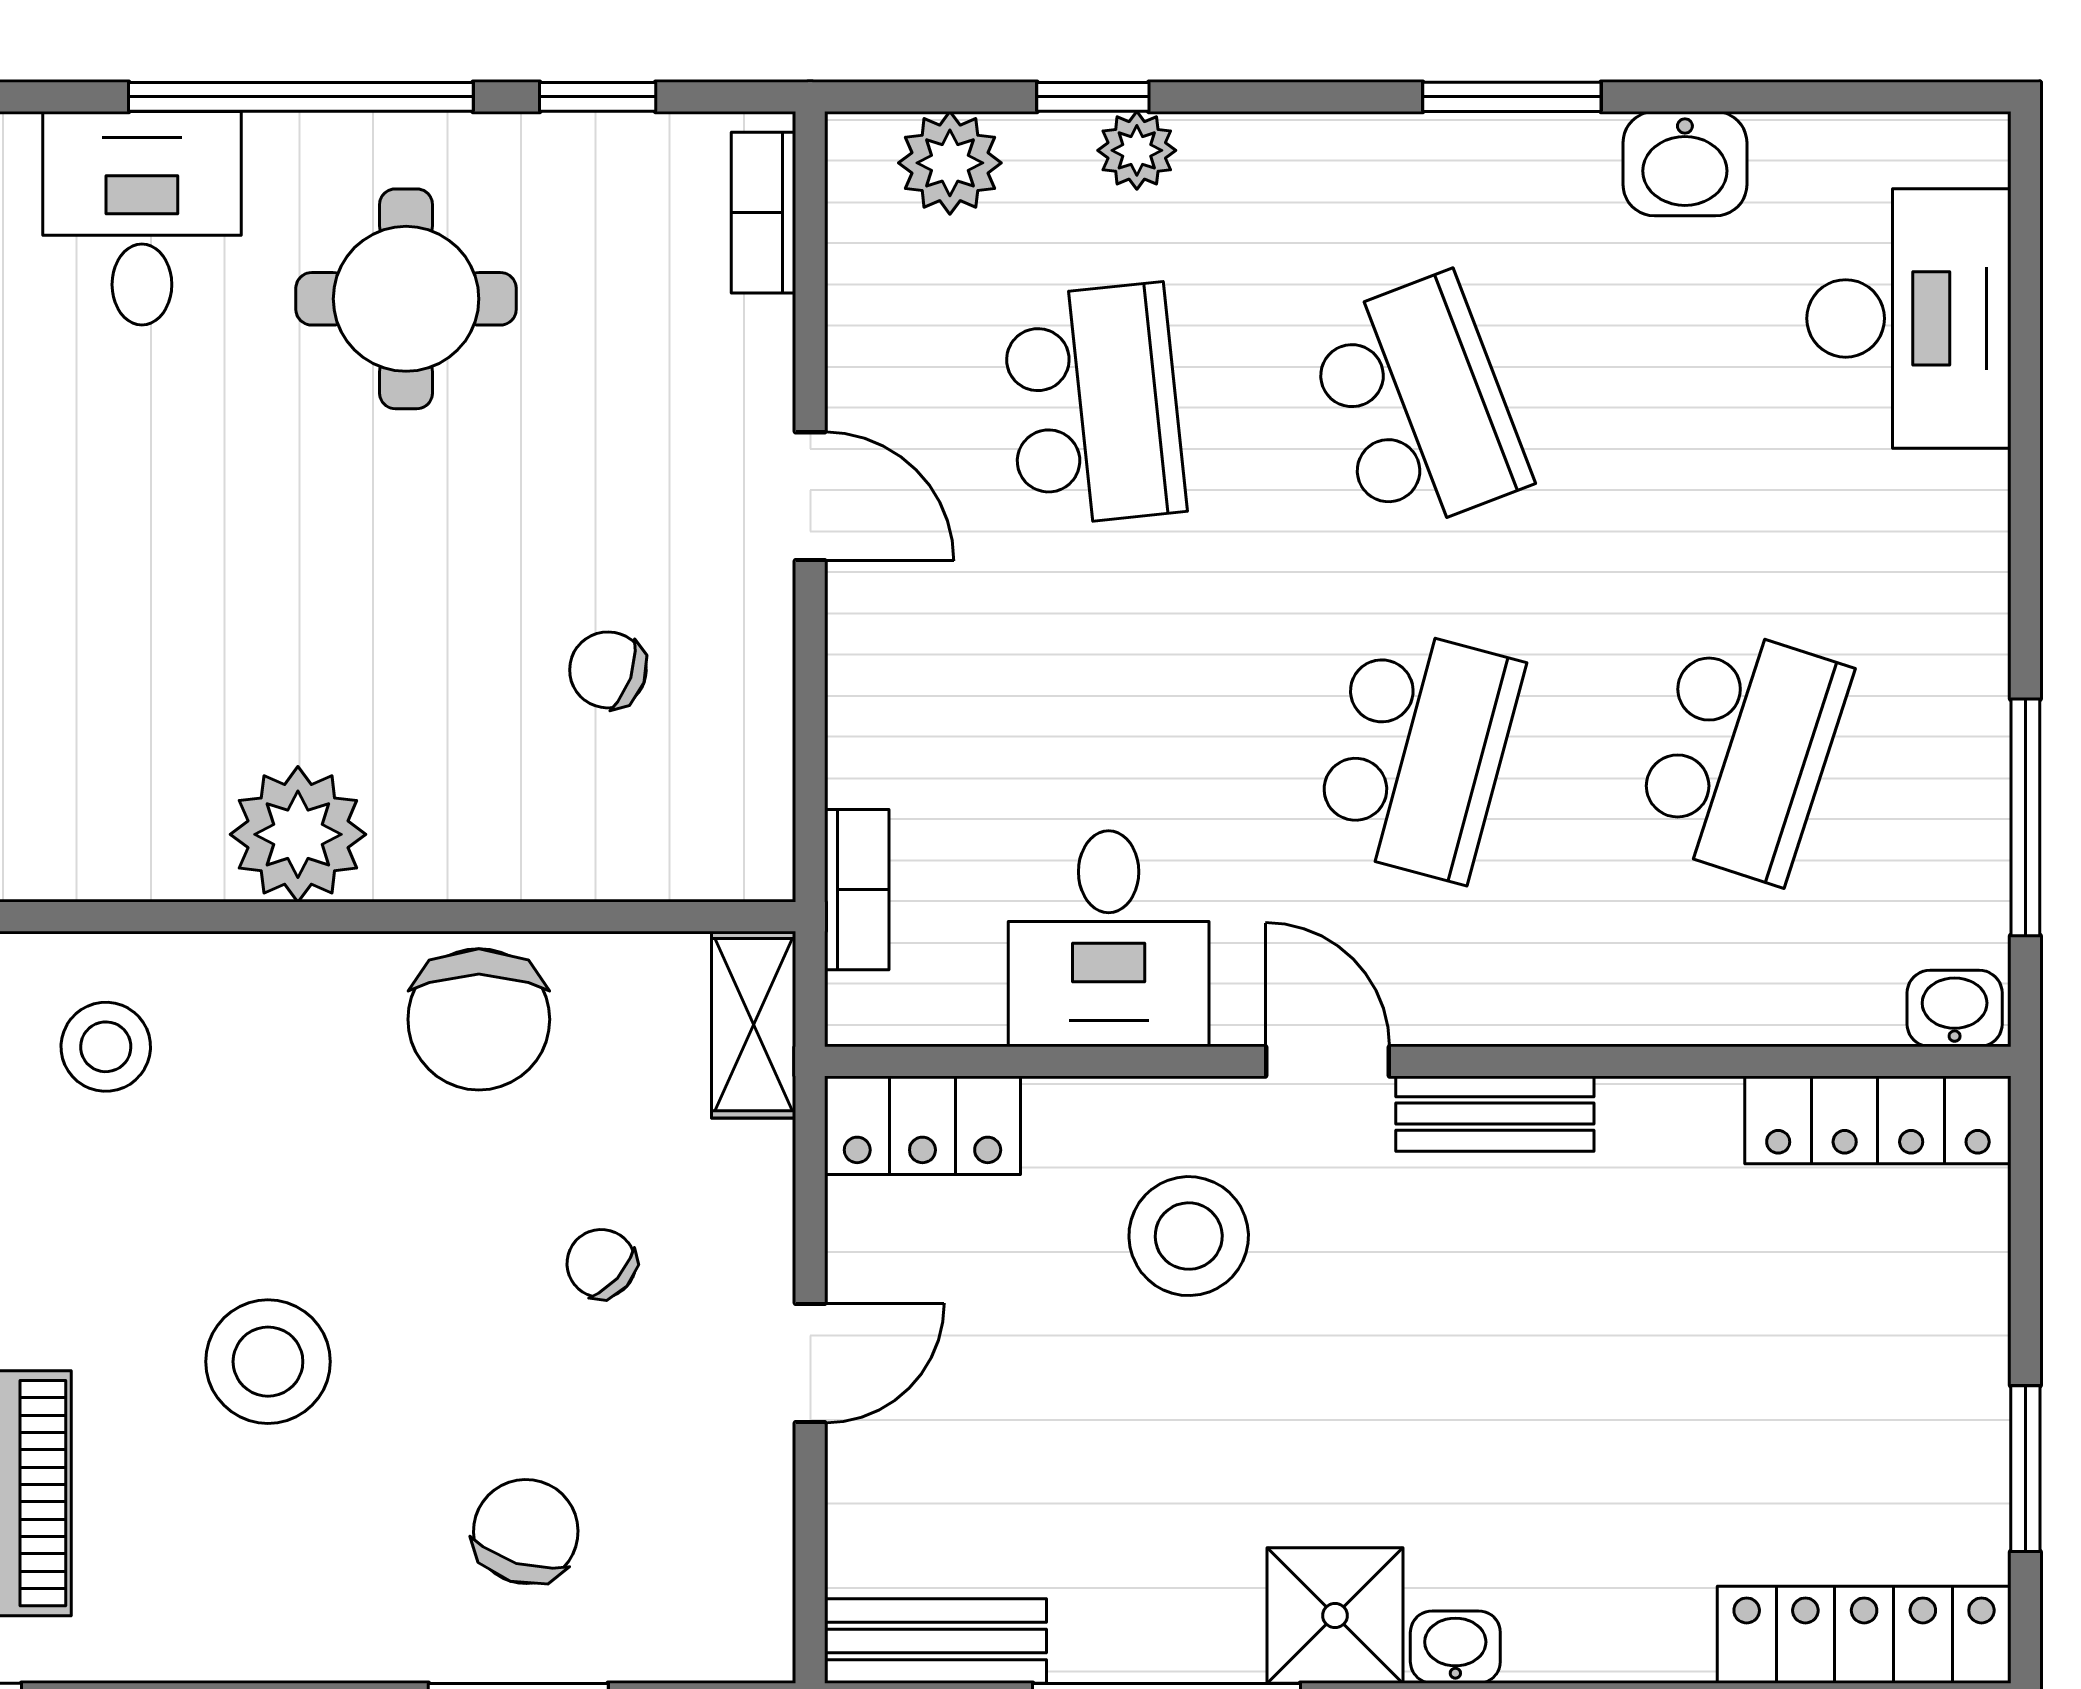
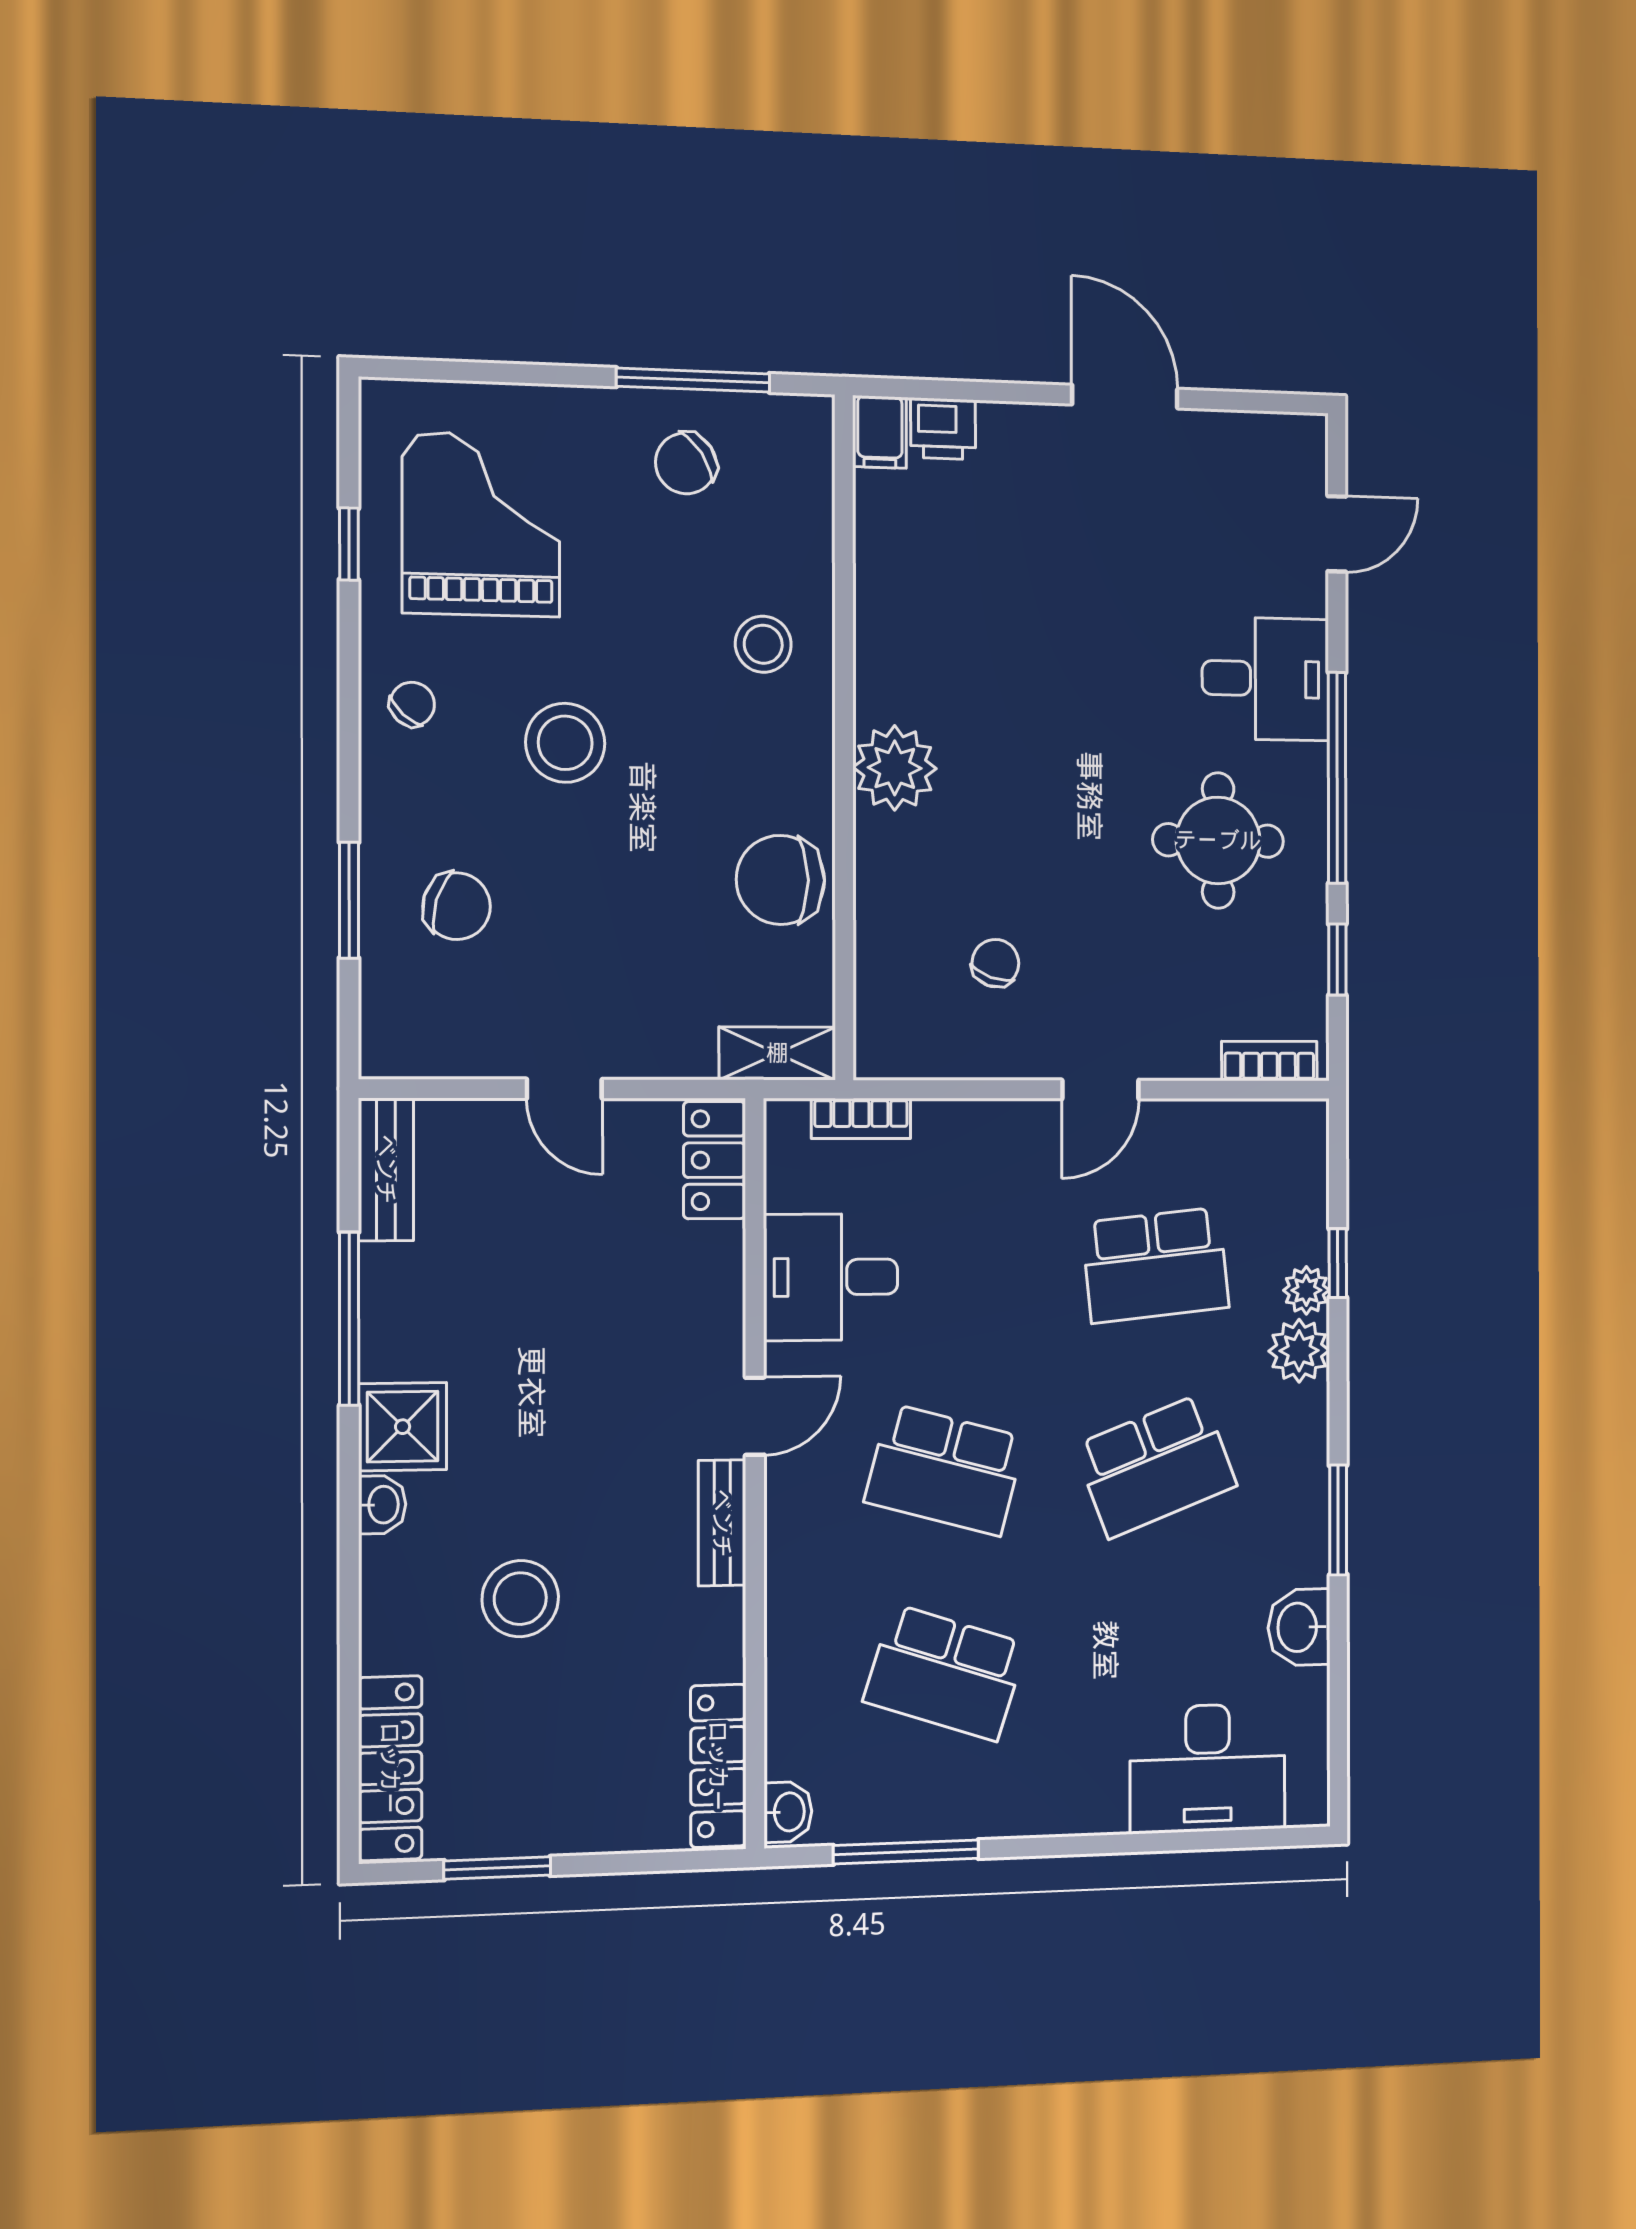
plant: (950, 163) -> (1299, 1351), moved
stool: (1189, 1236) -> (520, 1599), moved
chair: (601, 1264) -> (412, 704), moved

